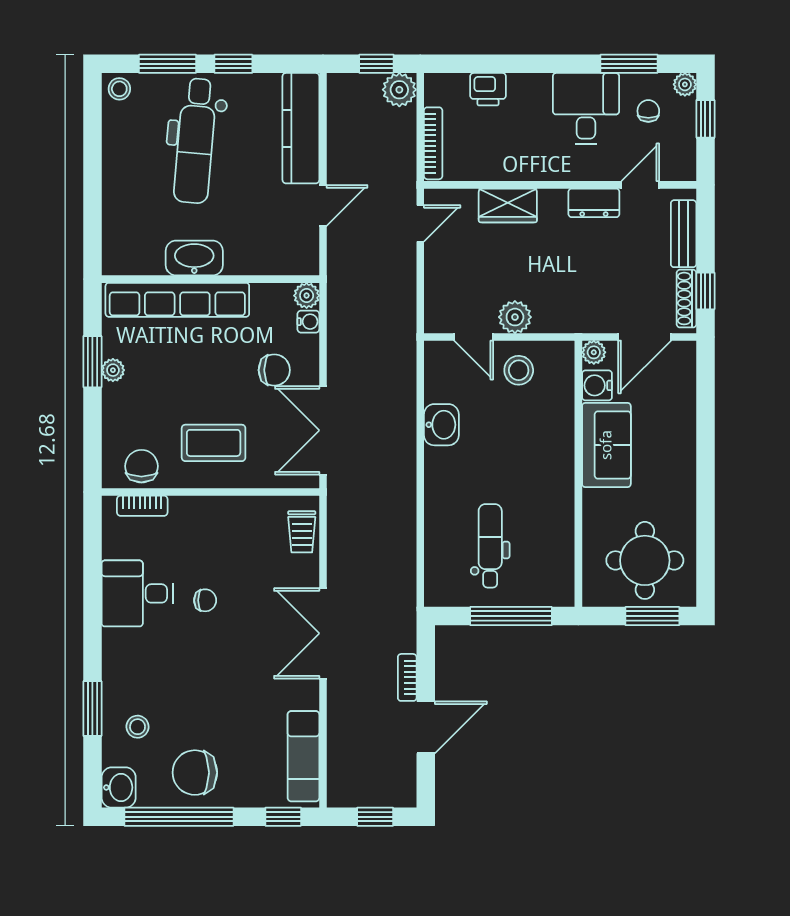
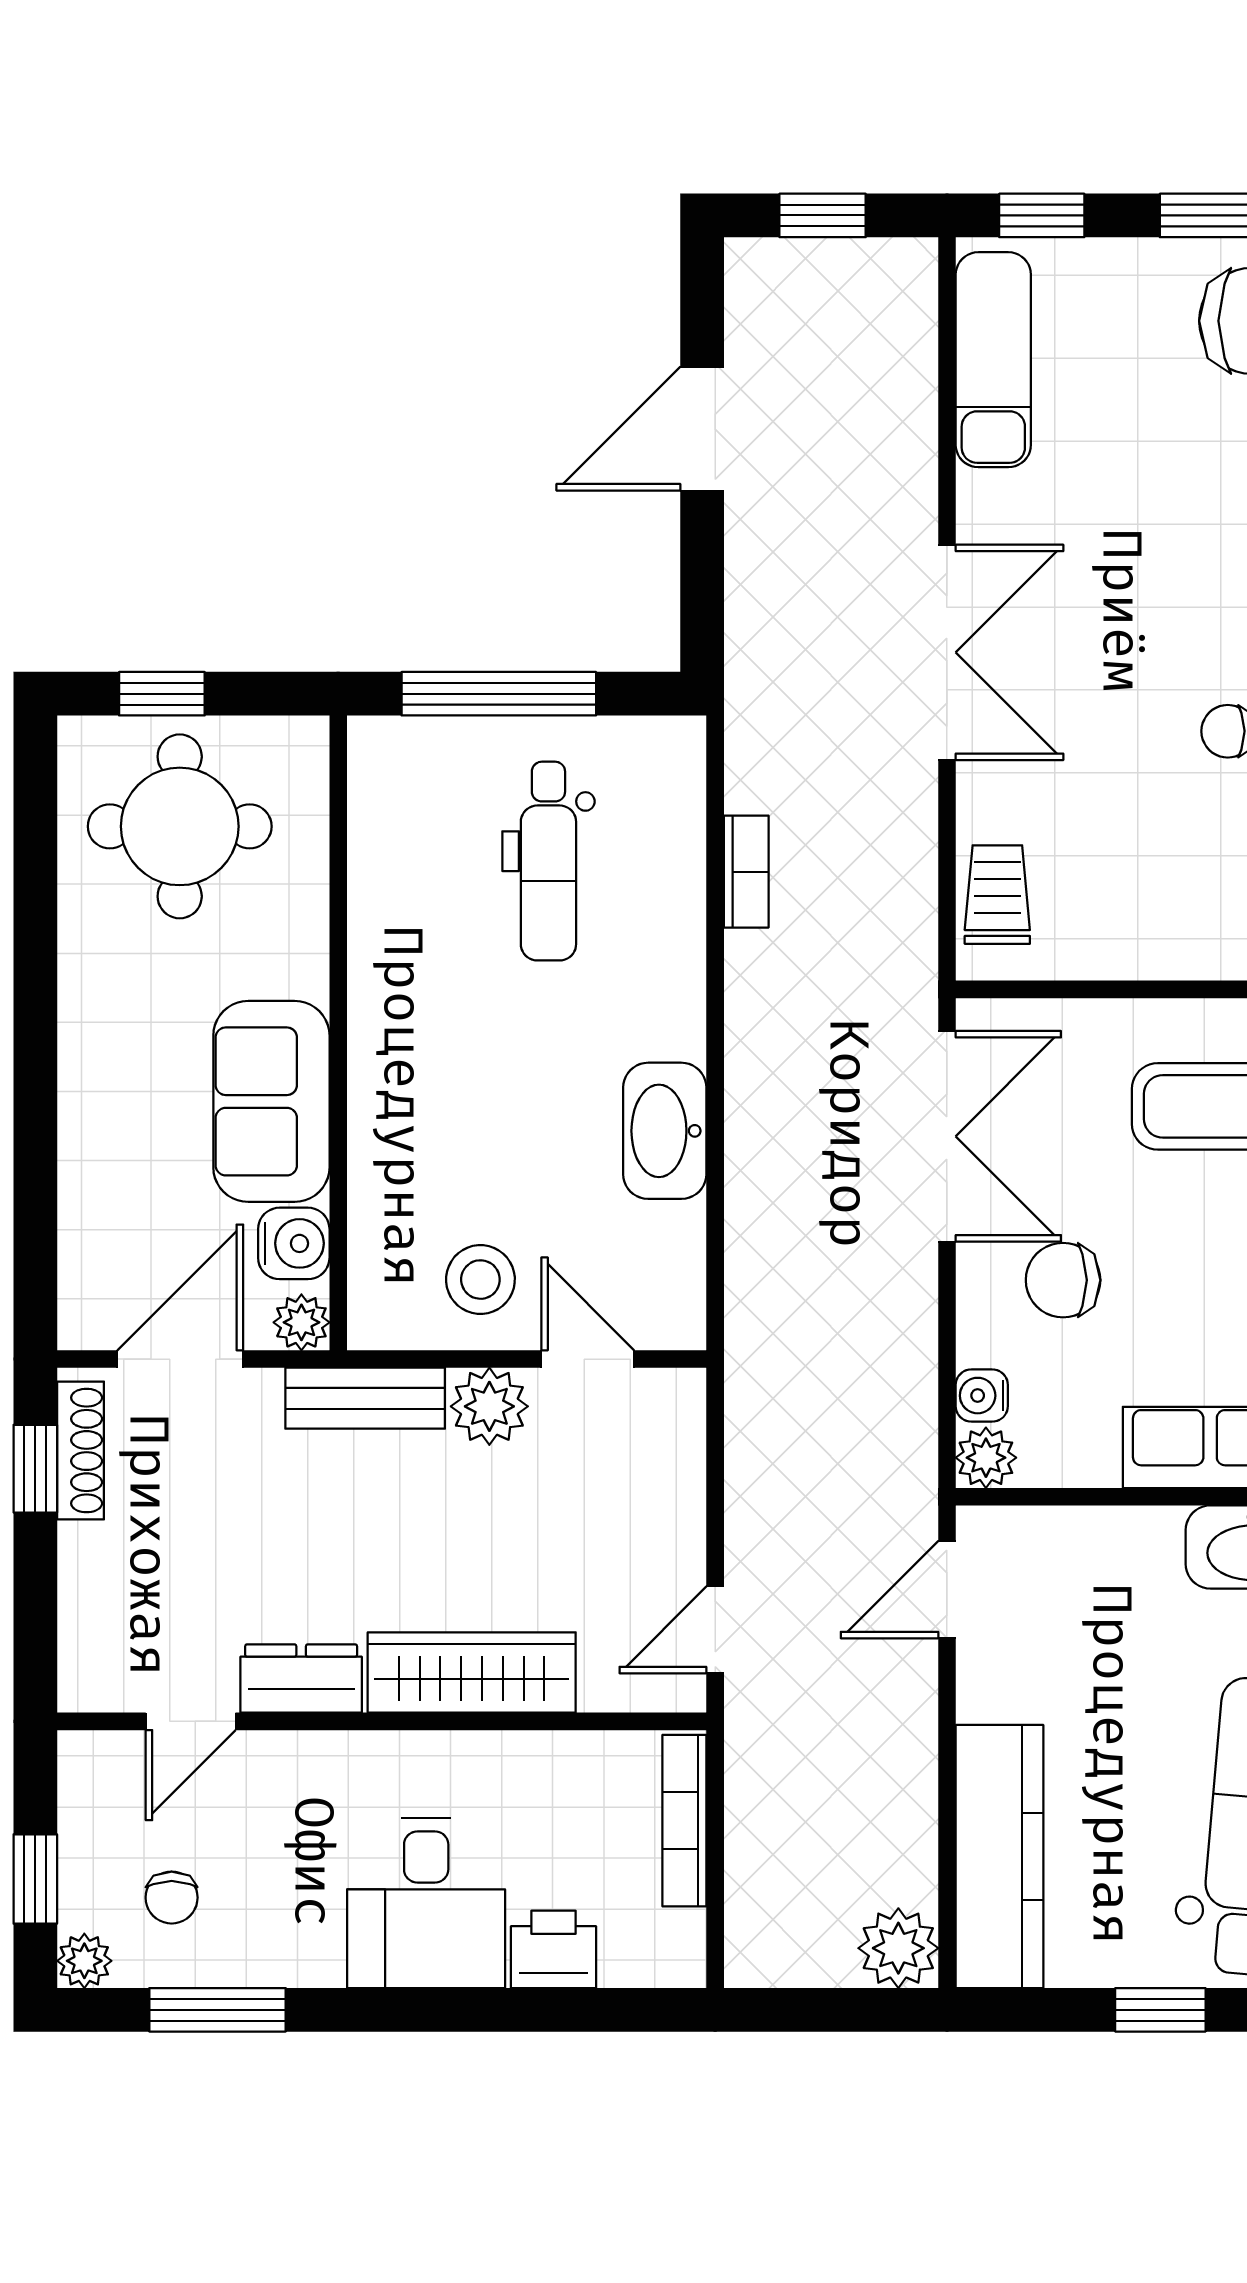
window: (376, 64) -> (819, 2010), removed
plant: (399, 90) -> (898, 1948), moved
desk: (586, 109) -> (426, 1903), moved
wardrobe: (508, 205) -> (472, 1672), width x1.50
door: (323, 206) -> (947, 1590), moved
bench: (684, 234) -> (365, 1398), moved, turned 90
washbasin: (441, 425) -> (665, 1131), width x1.38
window: (652, 616) -> (162, 694), width x0.67
bookcase: (407, 677) -> (746, 872), moved

